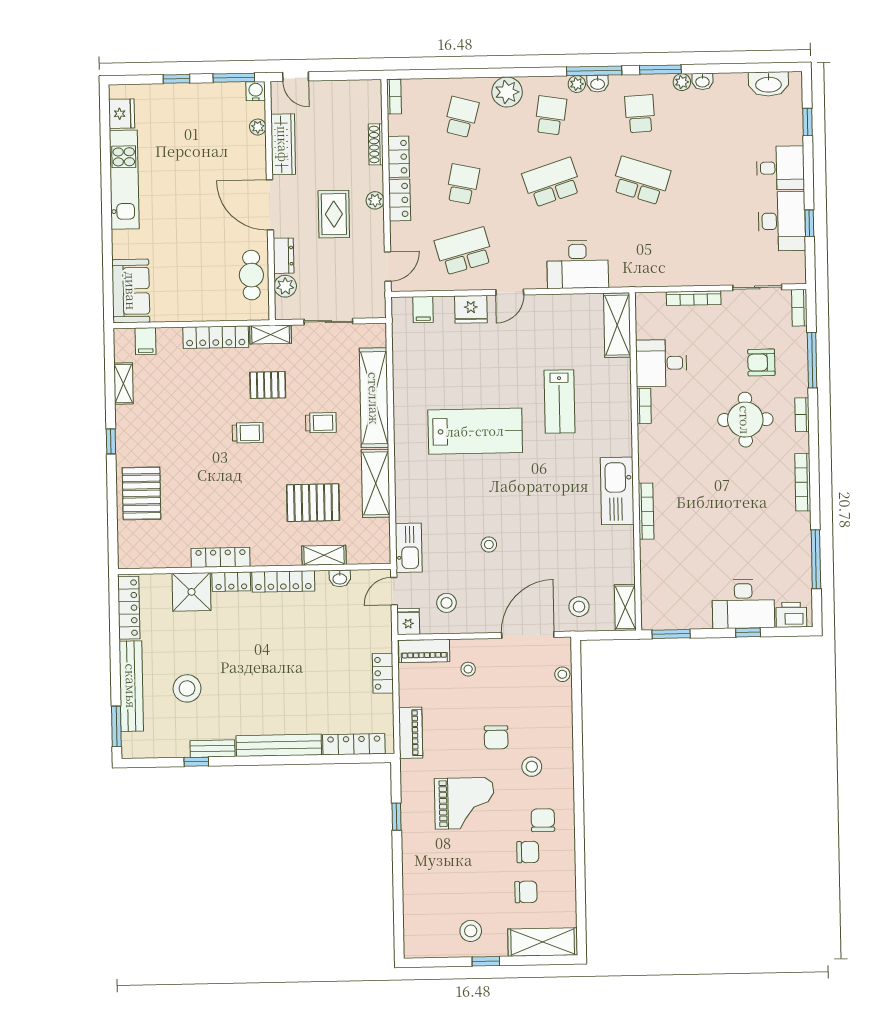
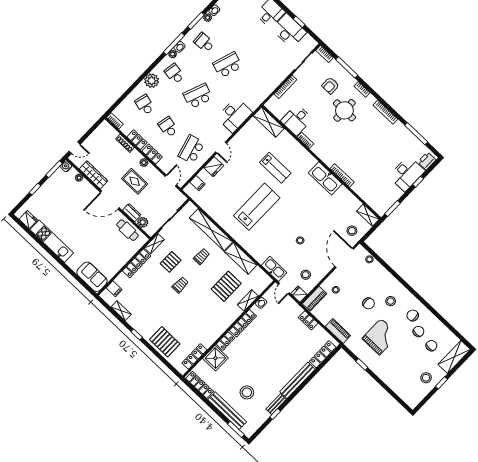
school desk: (552, 182) -> (198, 96), turned 39
locker: (221, 557) -> (194, 356), moved

